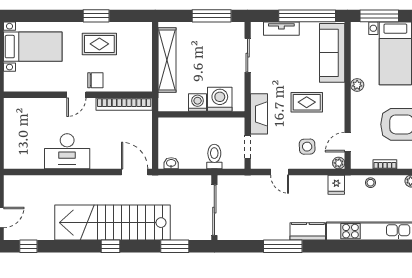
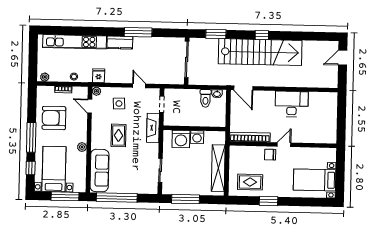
tv unit: (281, 29) -> (136, 189), removed
rug: (99, 44) -> (250, 182), moved
rug: (307, 102) -> (118, 135), turned 90
door: (348, 142) -> (90, 106), swing flipped
toilet: (214, 157) -> (205, 98), moved
window: (28, 246) -> (321, 36), removed

